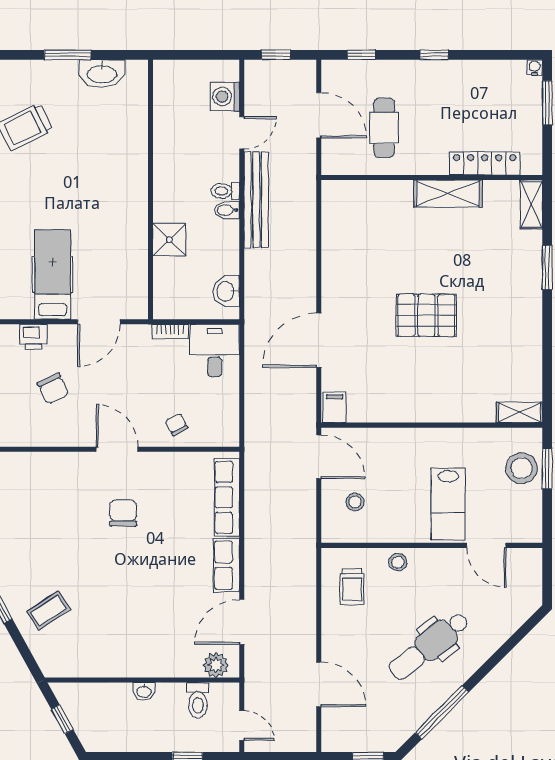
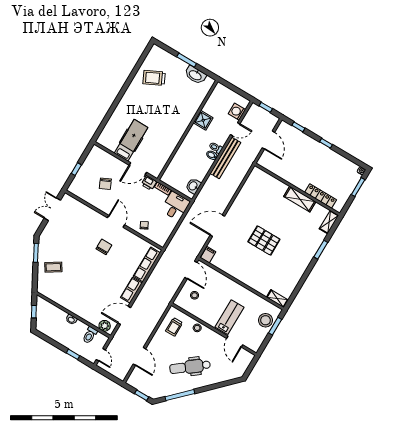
cafe table: (384, 128) -> (290, 160), removed
shower: (169, 240) -> (203, 120), moved
printer: (34, 337) -> (149, 183), moved
lab bench: (448, 504) -> (230, 317), turned 180

